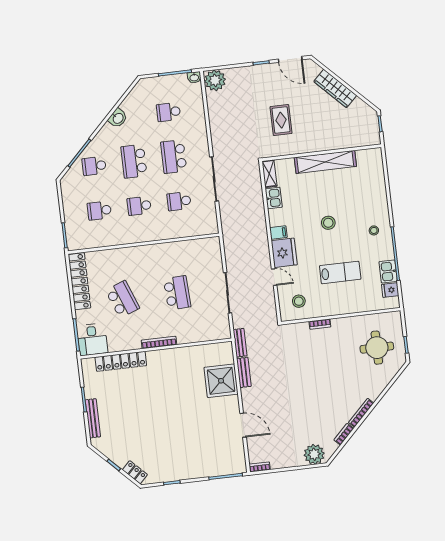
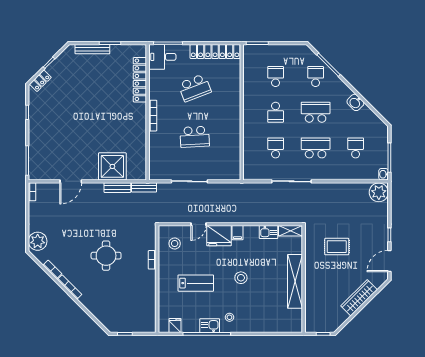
school desk: (139, 206) -> (276, 112), turned 180
kitchen sink: (388, 271) -> (210, 326), moved
lab bench: (340, 272) -> (196, 283), turned -90
round table: (377, 348) -> (106, 256), moved

